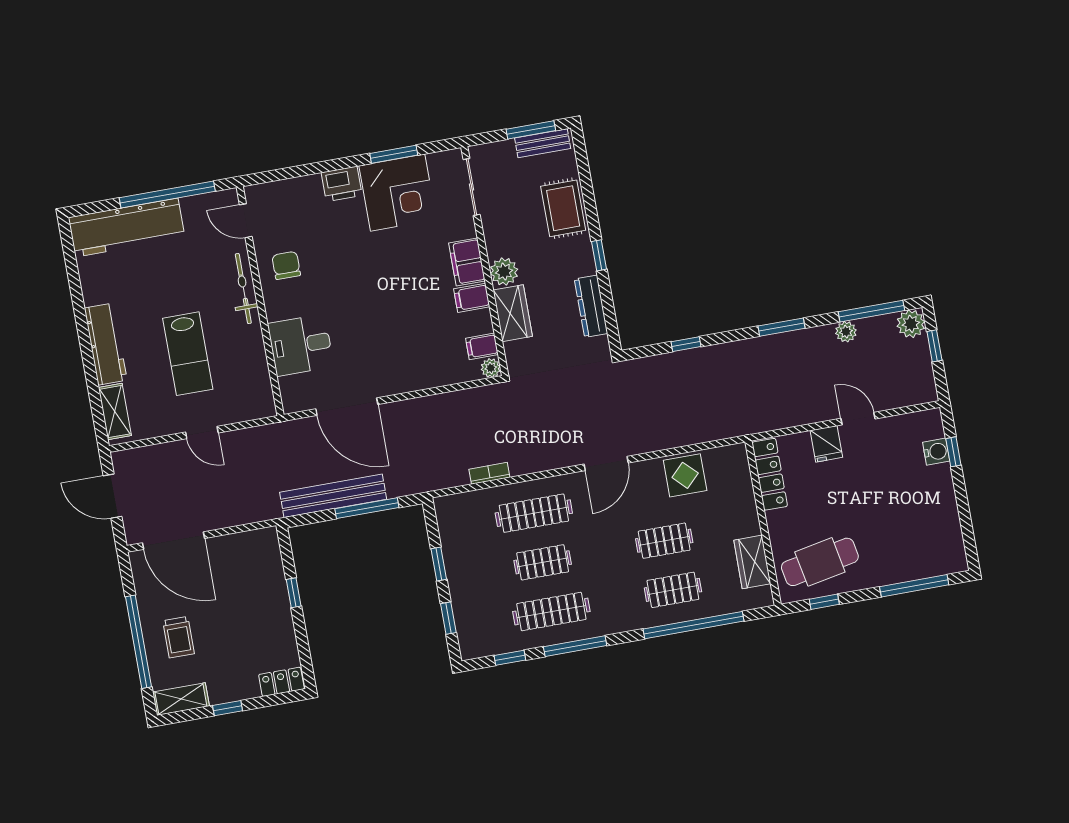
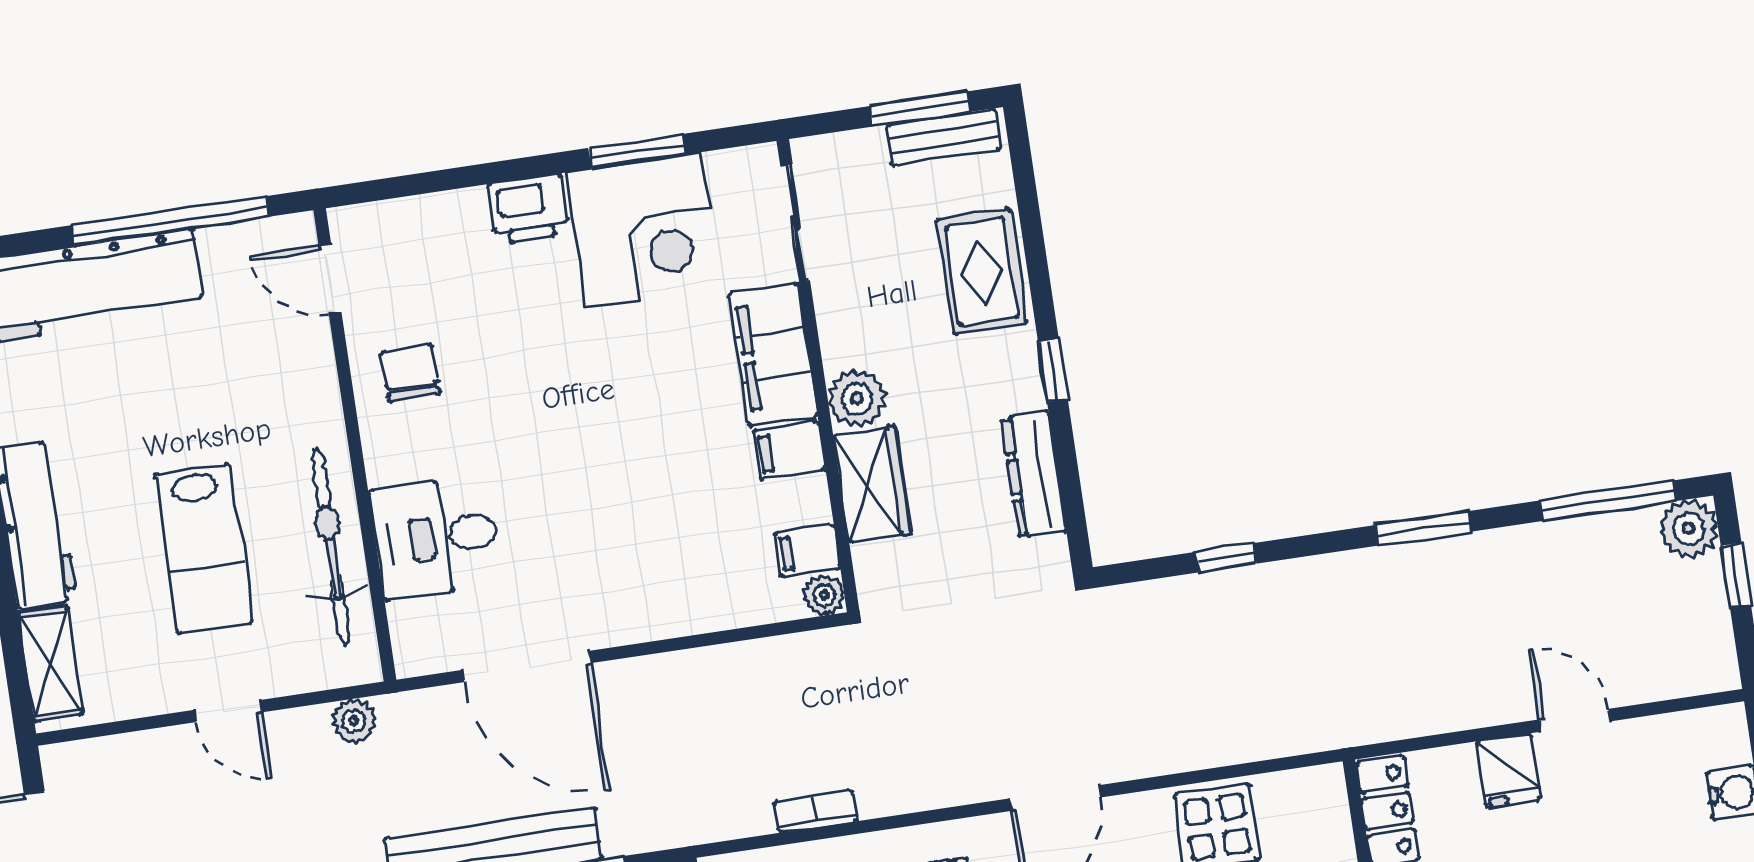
filing cabinet: (467, 262) -> (773, 355), width x1.50, depth x1.17
bicycle: (243, 289) -> (331, 547), moved, width x1.37, depth x1.40
plant: (846, 332) -> (354, 721), moved

